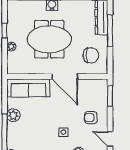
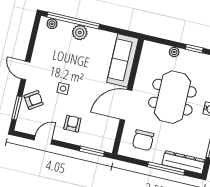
plant: (13, 115) -> (80, 33), moved

